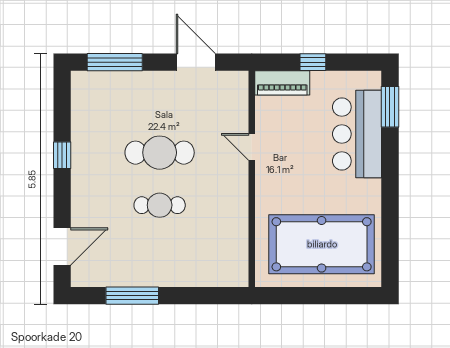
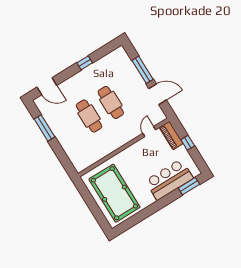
window: (115, 62) -> (142, 70), moved
door: (196, 62) -> (158, 94), hinge flipped
door: (252, 147) -> (149, 132), moved
cafe table: (160, 205) -> (89, 116), width x1.37, depth x1.35

